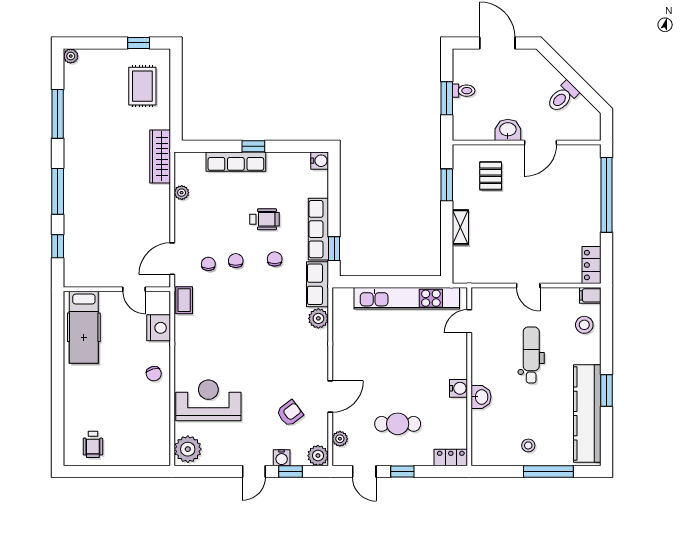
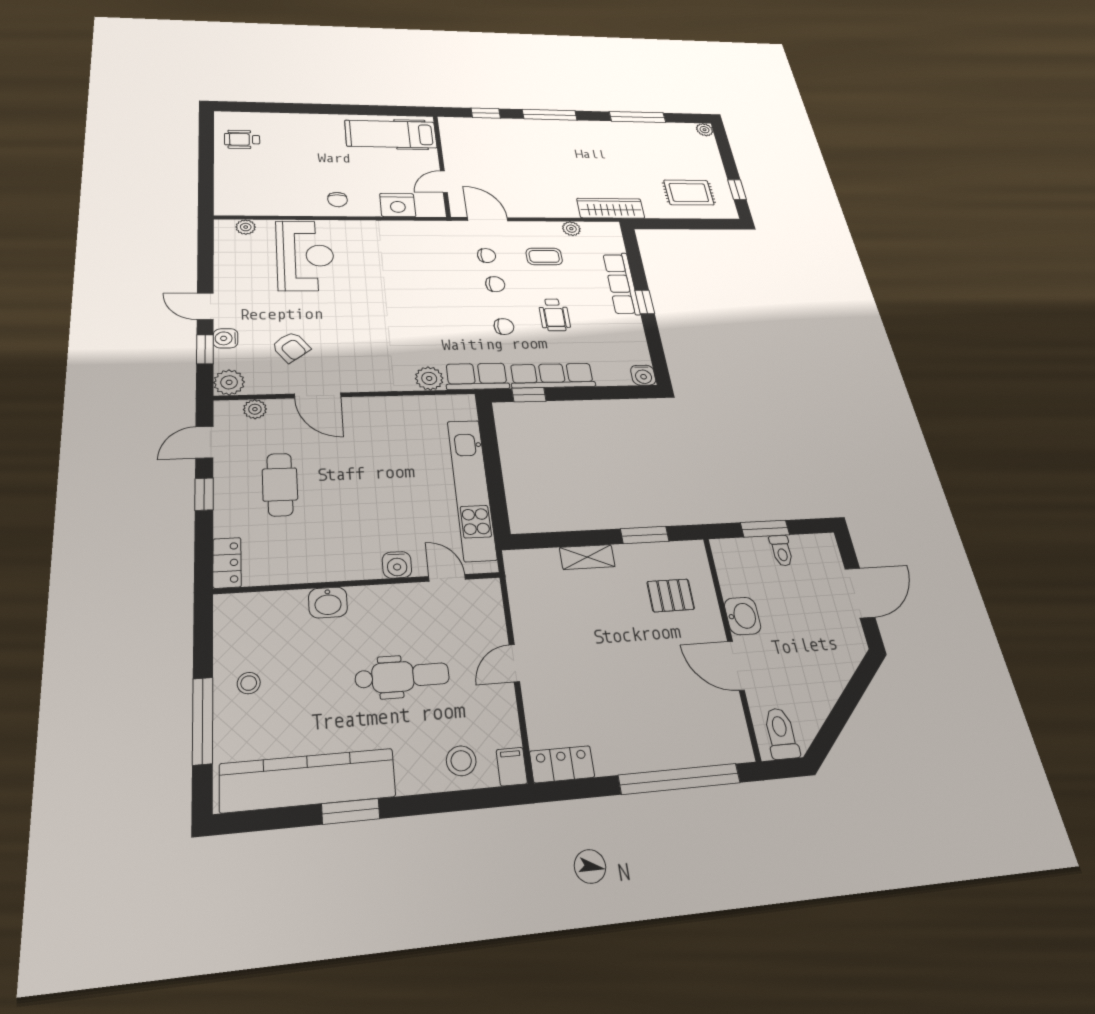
toilet: (563, 97) -> (781, 733), moved, turned 45
coffee table: (184, 300) -> (544, 256), moved
chair: (154, 374) -> (338, 200), turned -75
water cooler: (459, 388) -> (397, 565), moved
plant: (188, 449) -> (246, 227), width x0.53, depth x0.53

